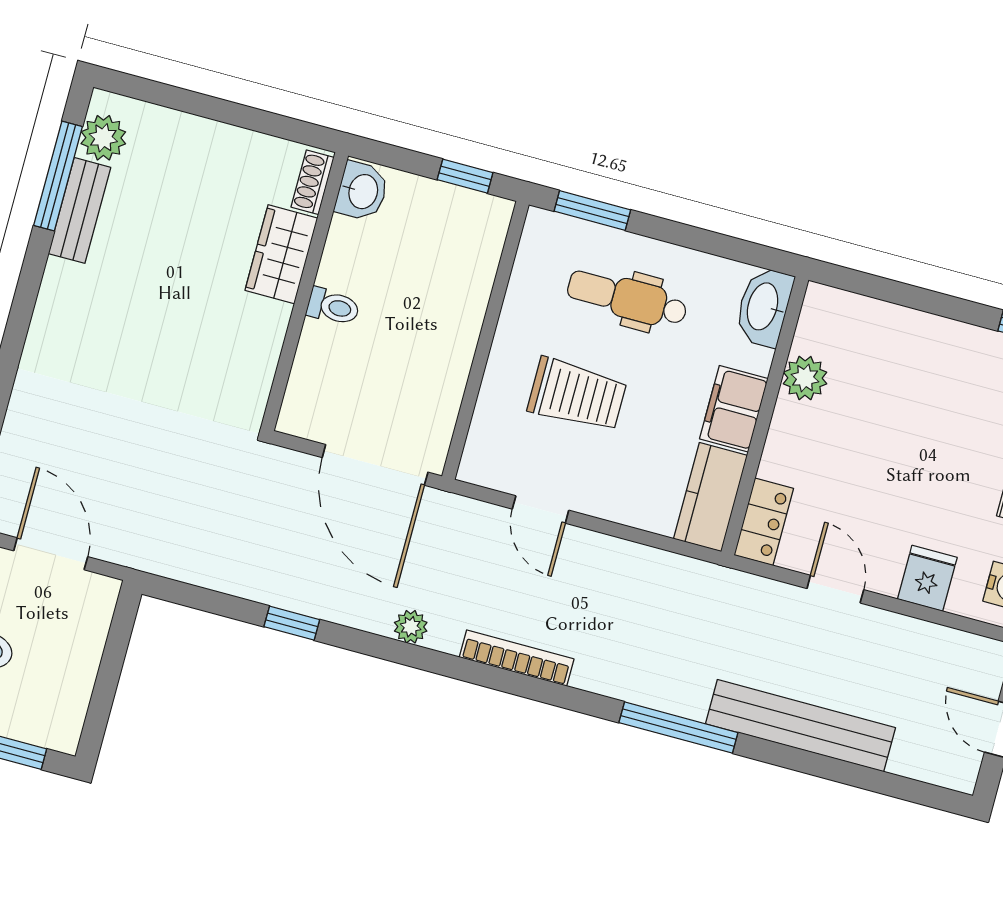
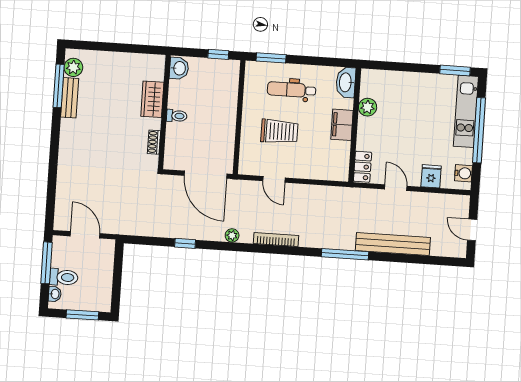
shoe rack: (313, 182) -> (154, 142), moved
kitchen counter: (710, 497) -> (340, 161), removed

